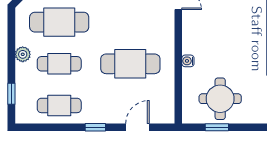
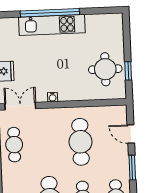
water cooler: (188, 61) -> (53, 97), moved
window: (95, 127) -> (132, 168), width x1.50

